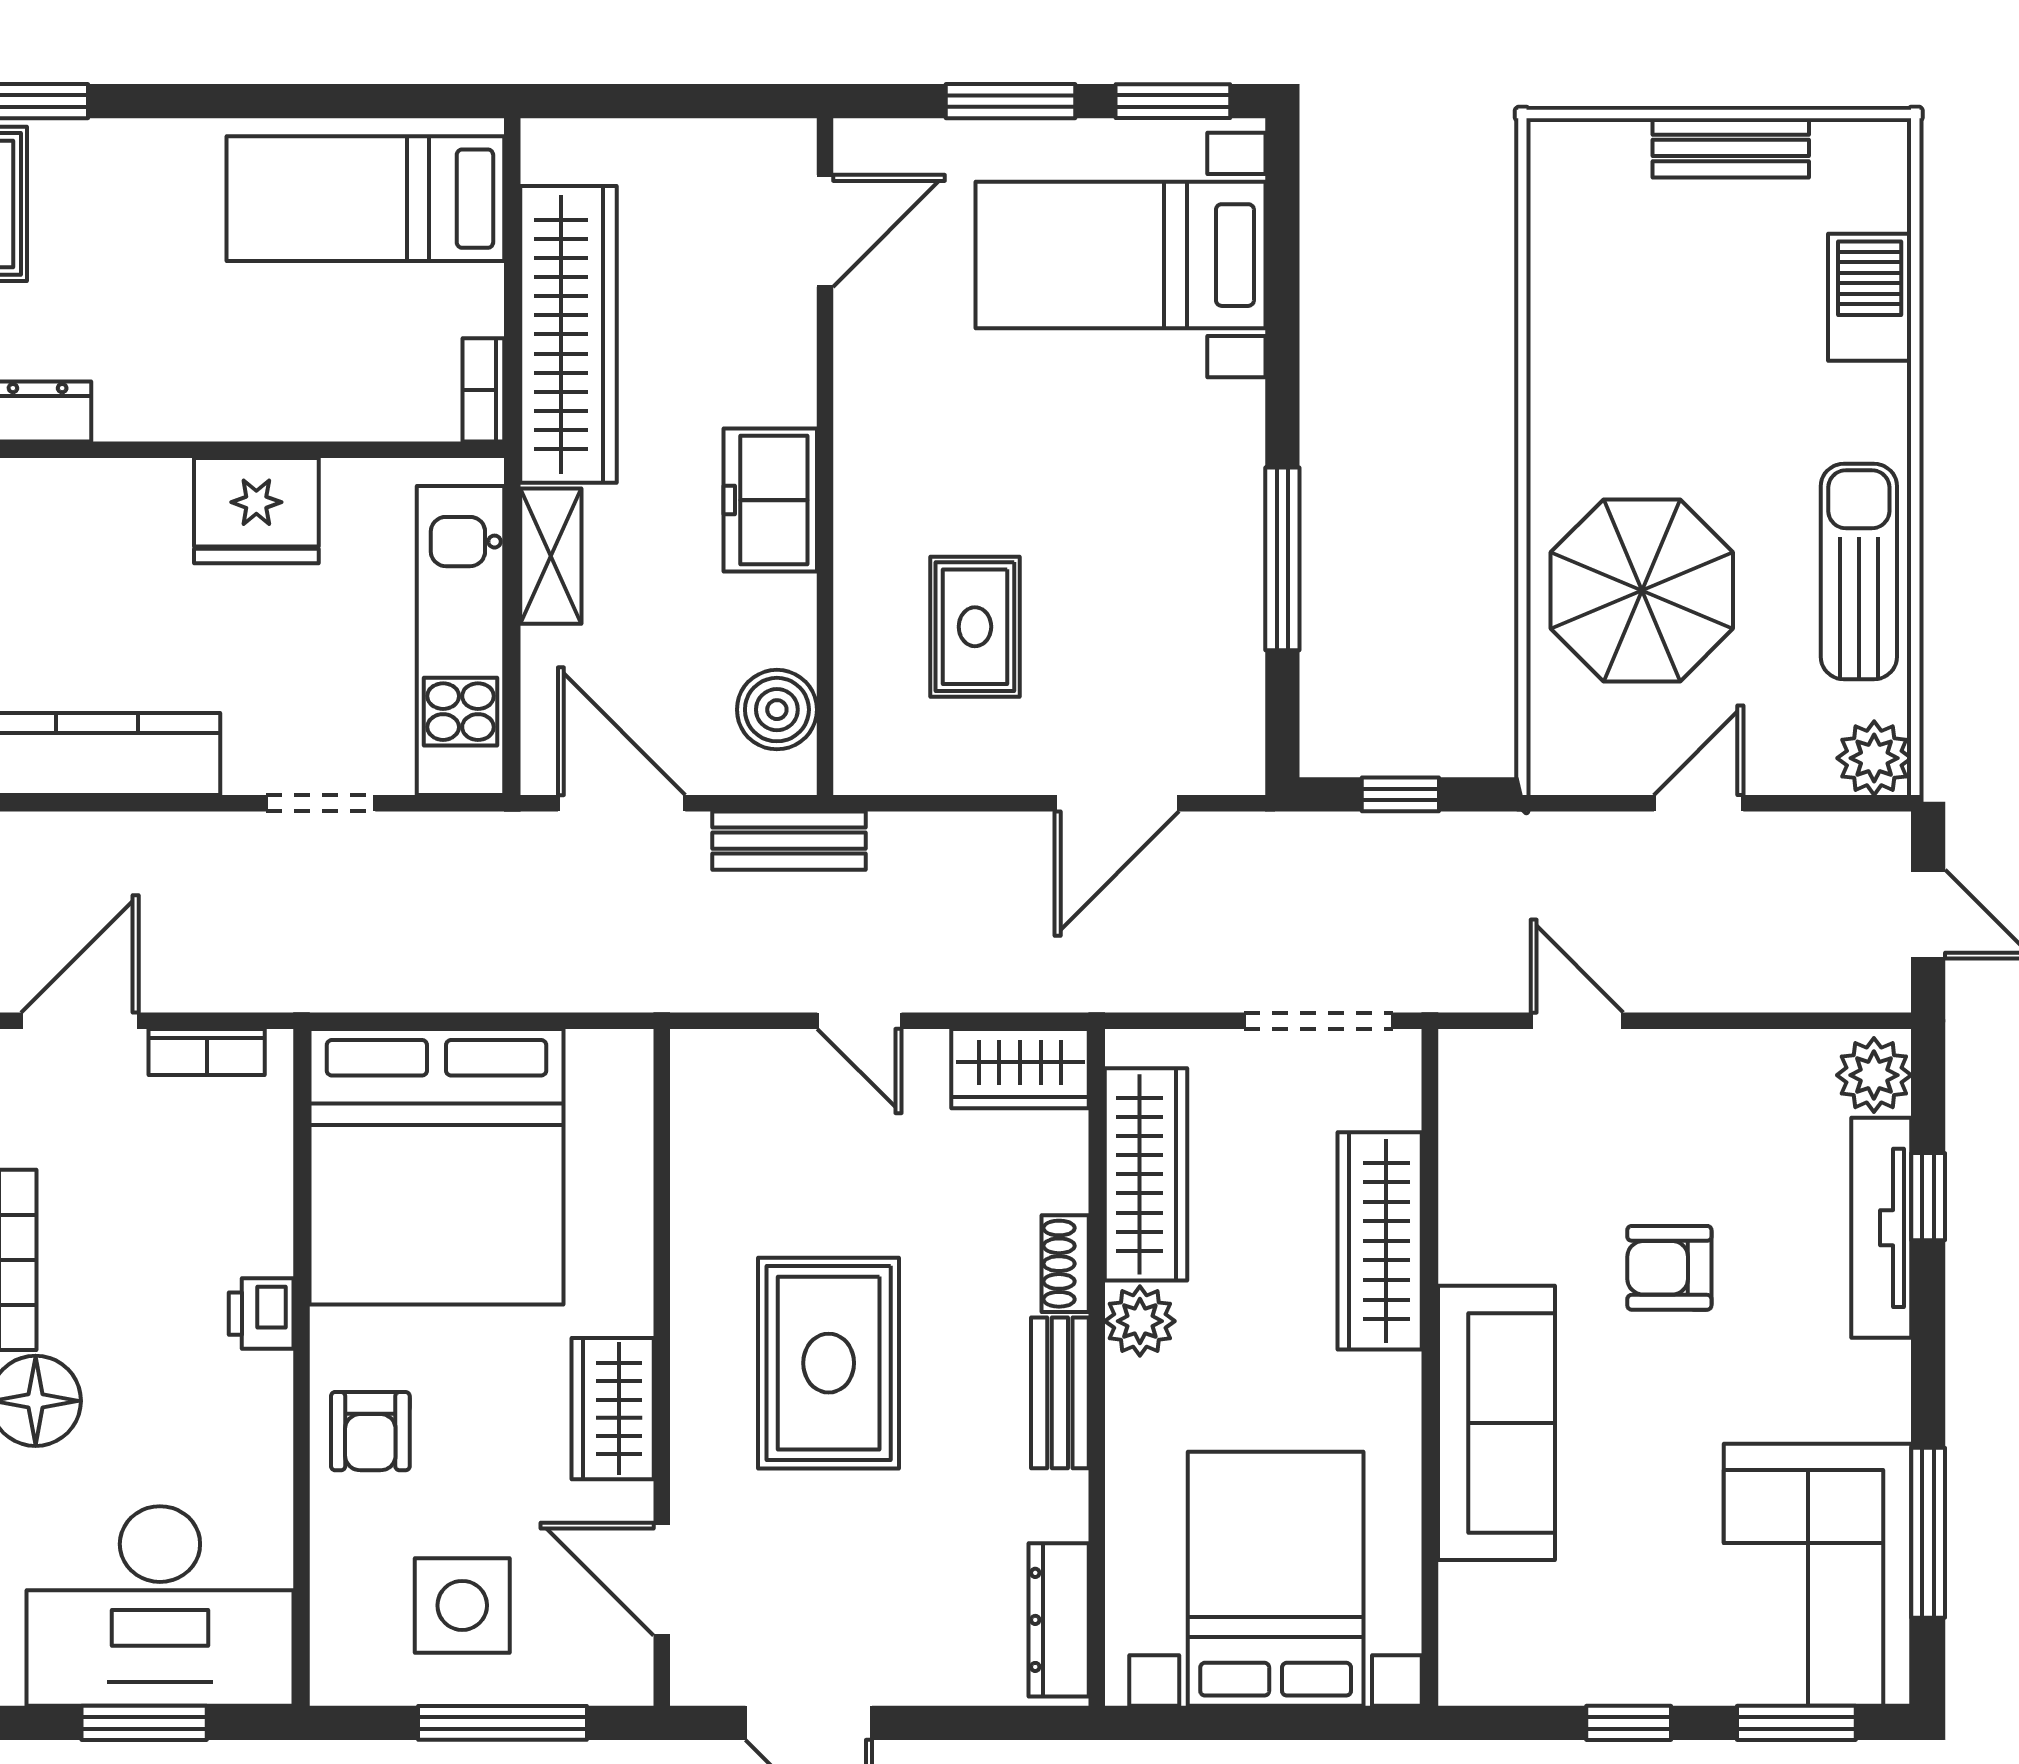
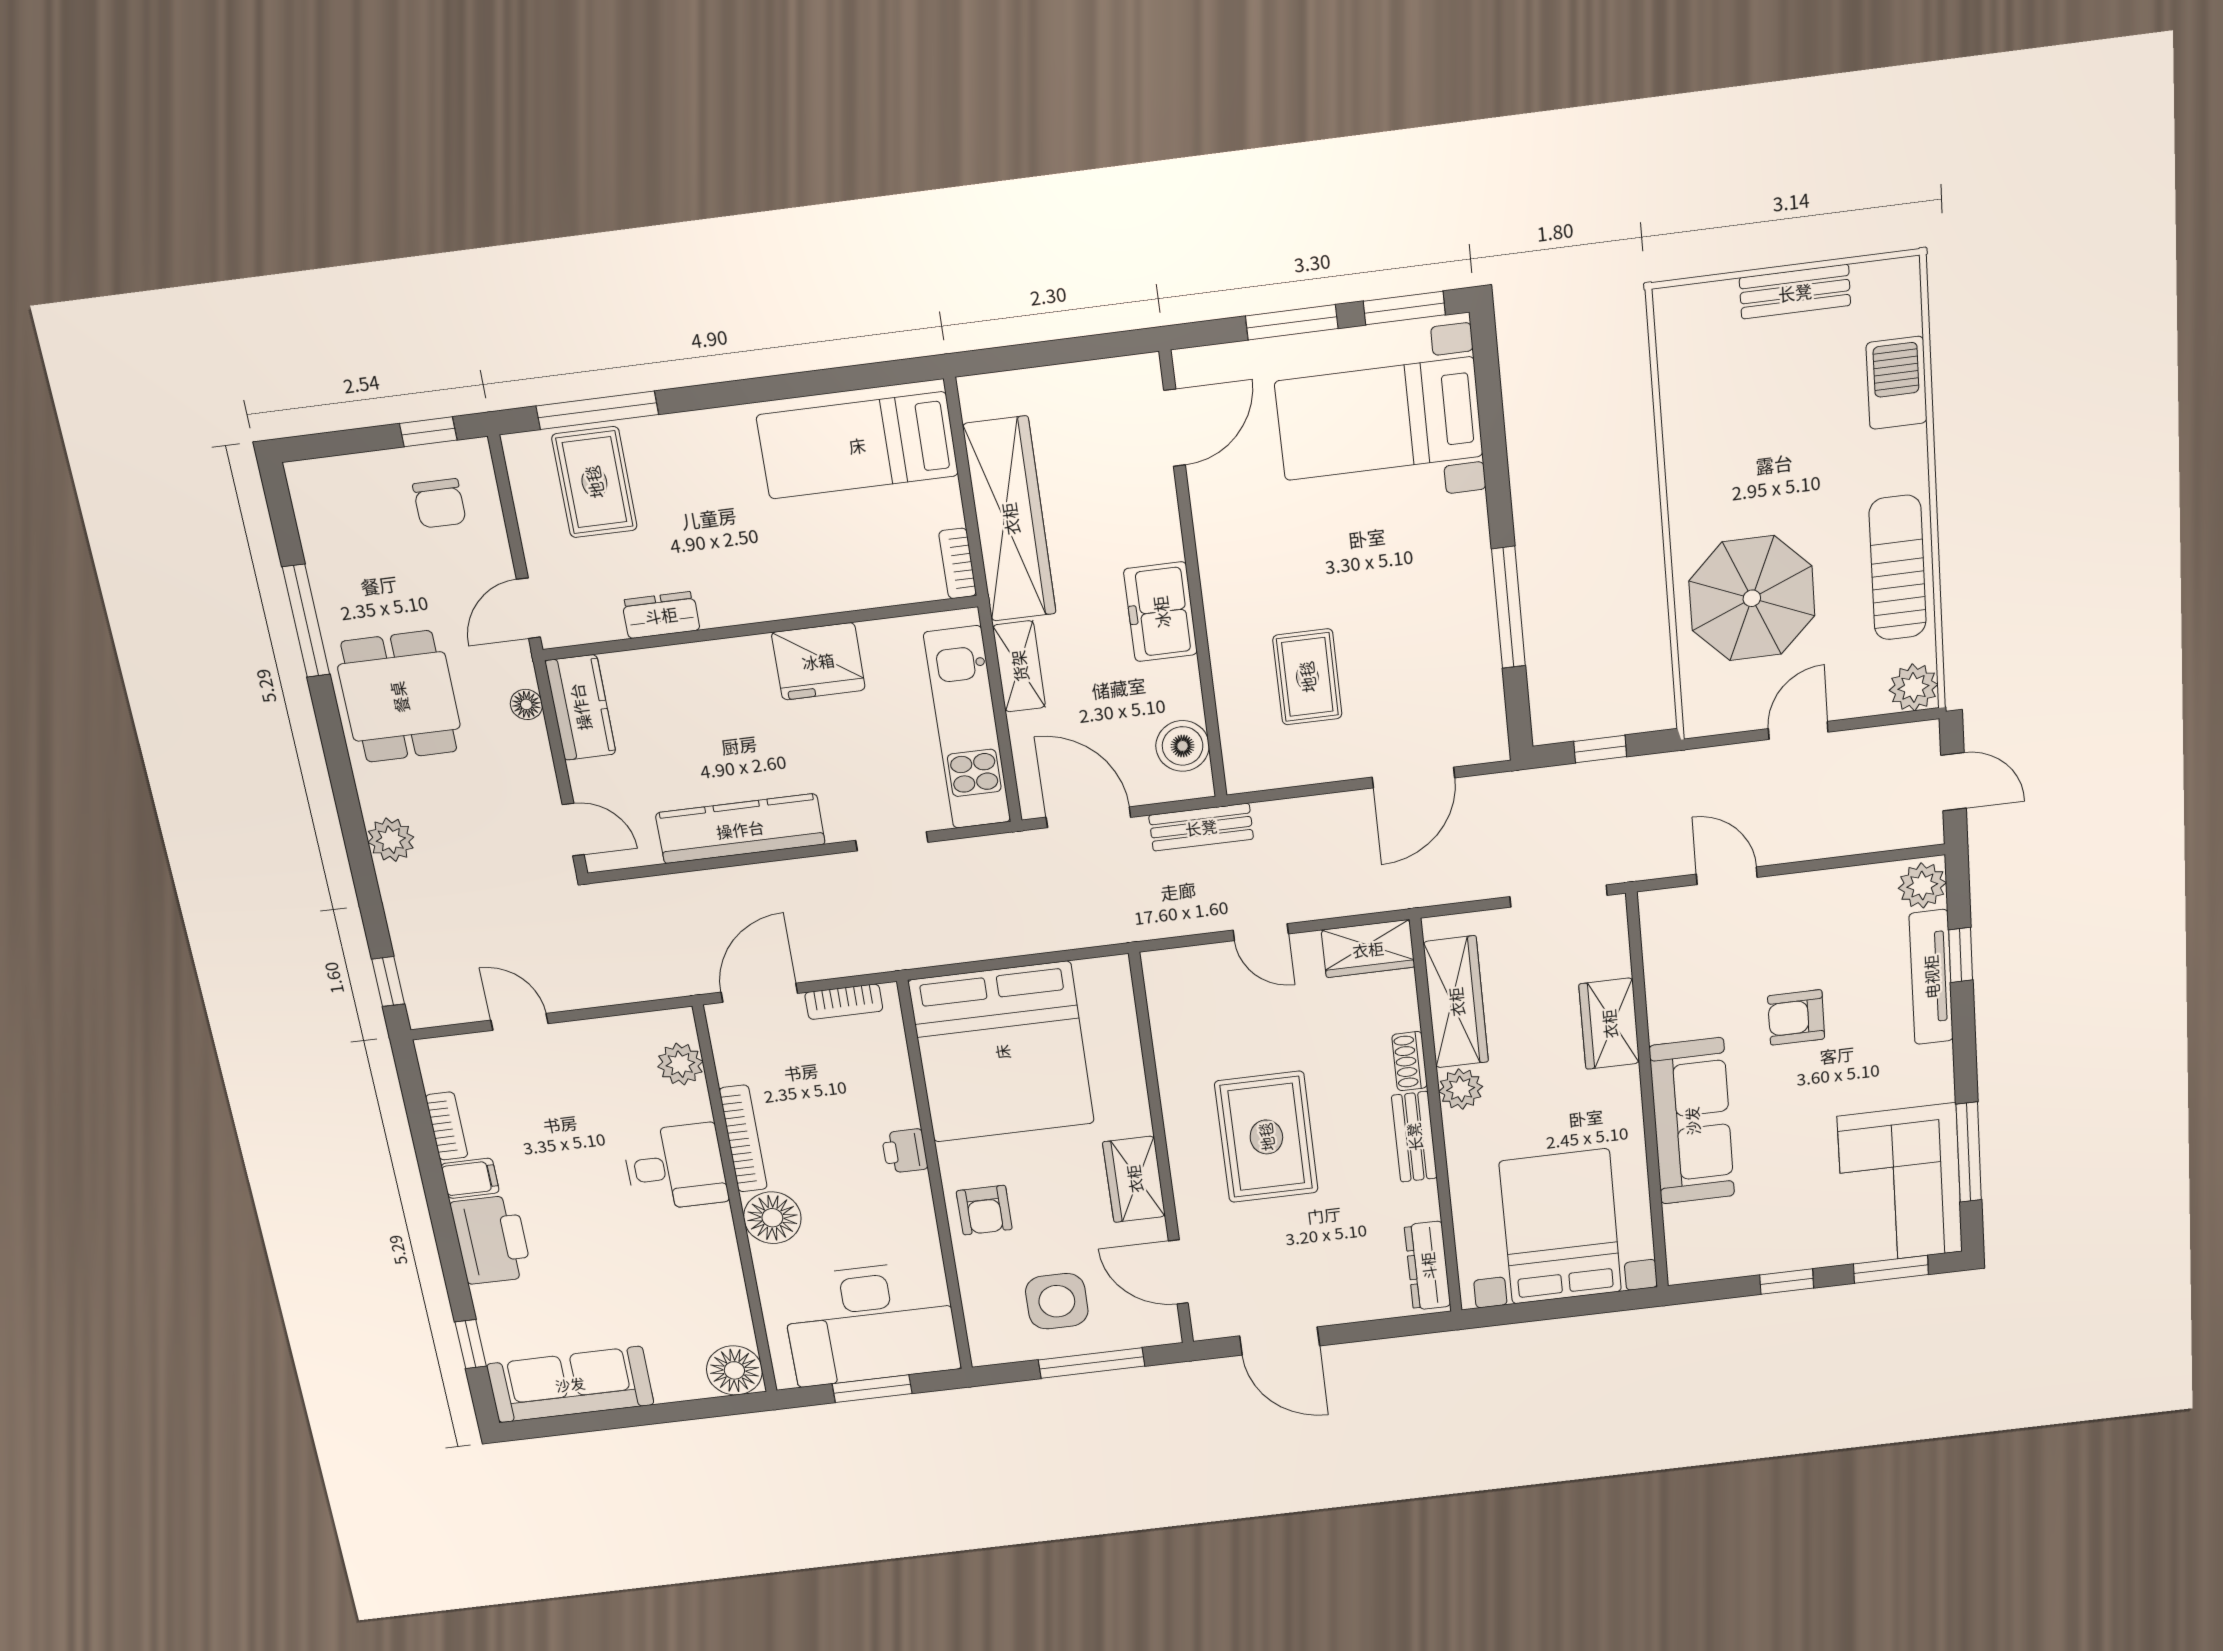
wardrobe: (1380, 1241) -> (1609, 1024), width x0.67

